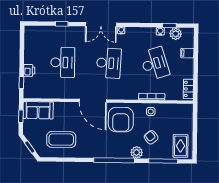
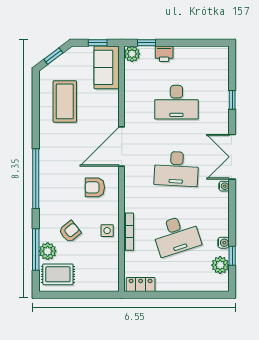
filing cabinet: (187, 53) -> (192, 282), removed
plant: (29, 93) -> (132, 54), added
armchair: (121, 120) -> (95, 187), width x0.53, depth x0.53
plant: (137, 152) -> (48, 251), moved

